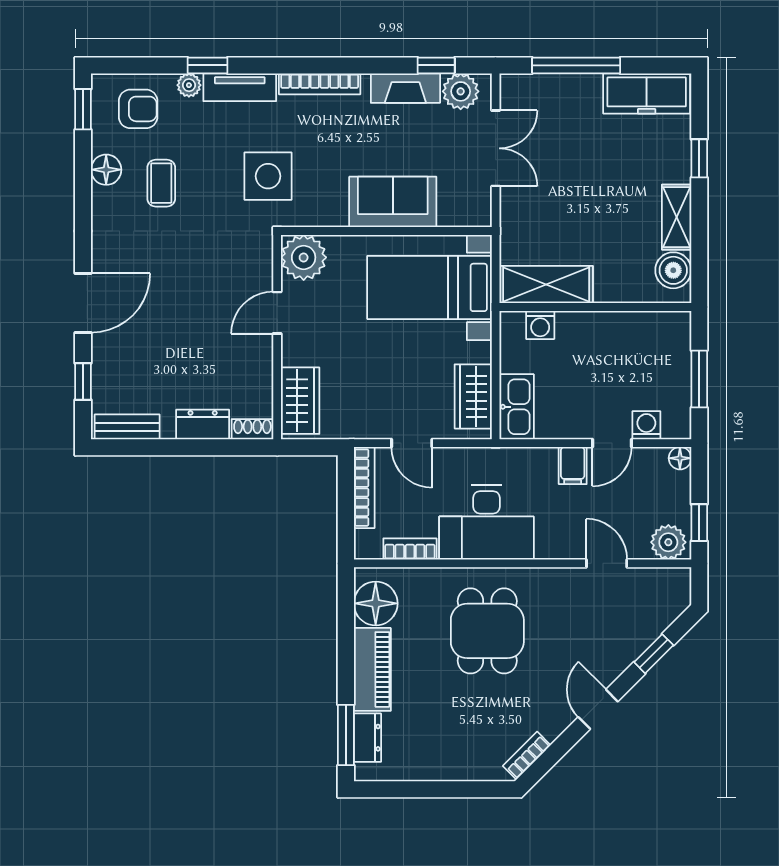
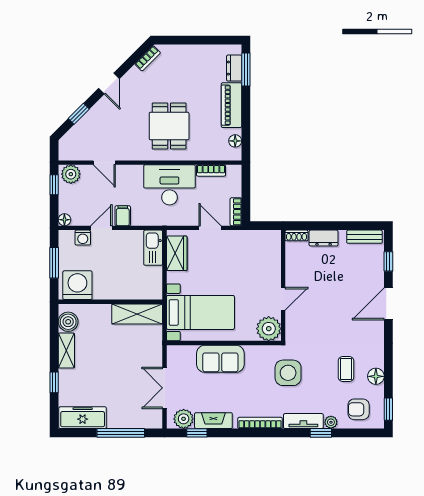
washing machine: (540, 325) -> (77, 285), moved, width x1.89, depth x1.89
wardrobe: (300, 401) -> (271, 251), removed
bookcase: (364, 488) -> (236, 212), width x0.64
floor lamp: (376, 603) -> (235, 141), width x0.53, depth x0.53

